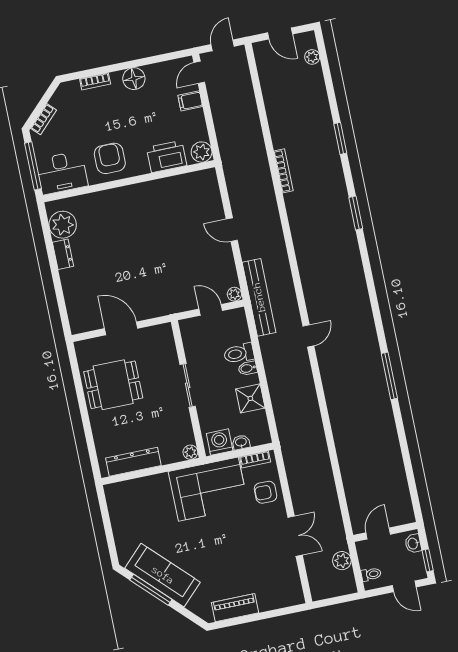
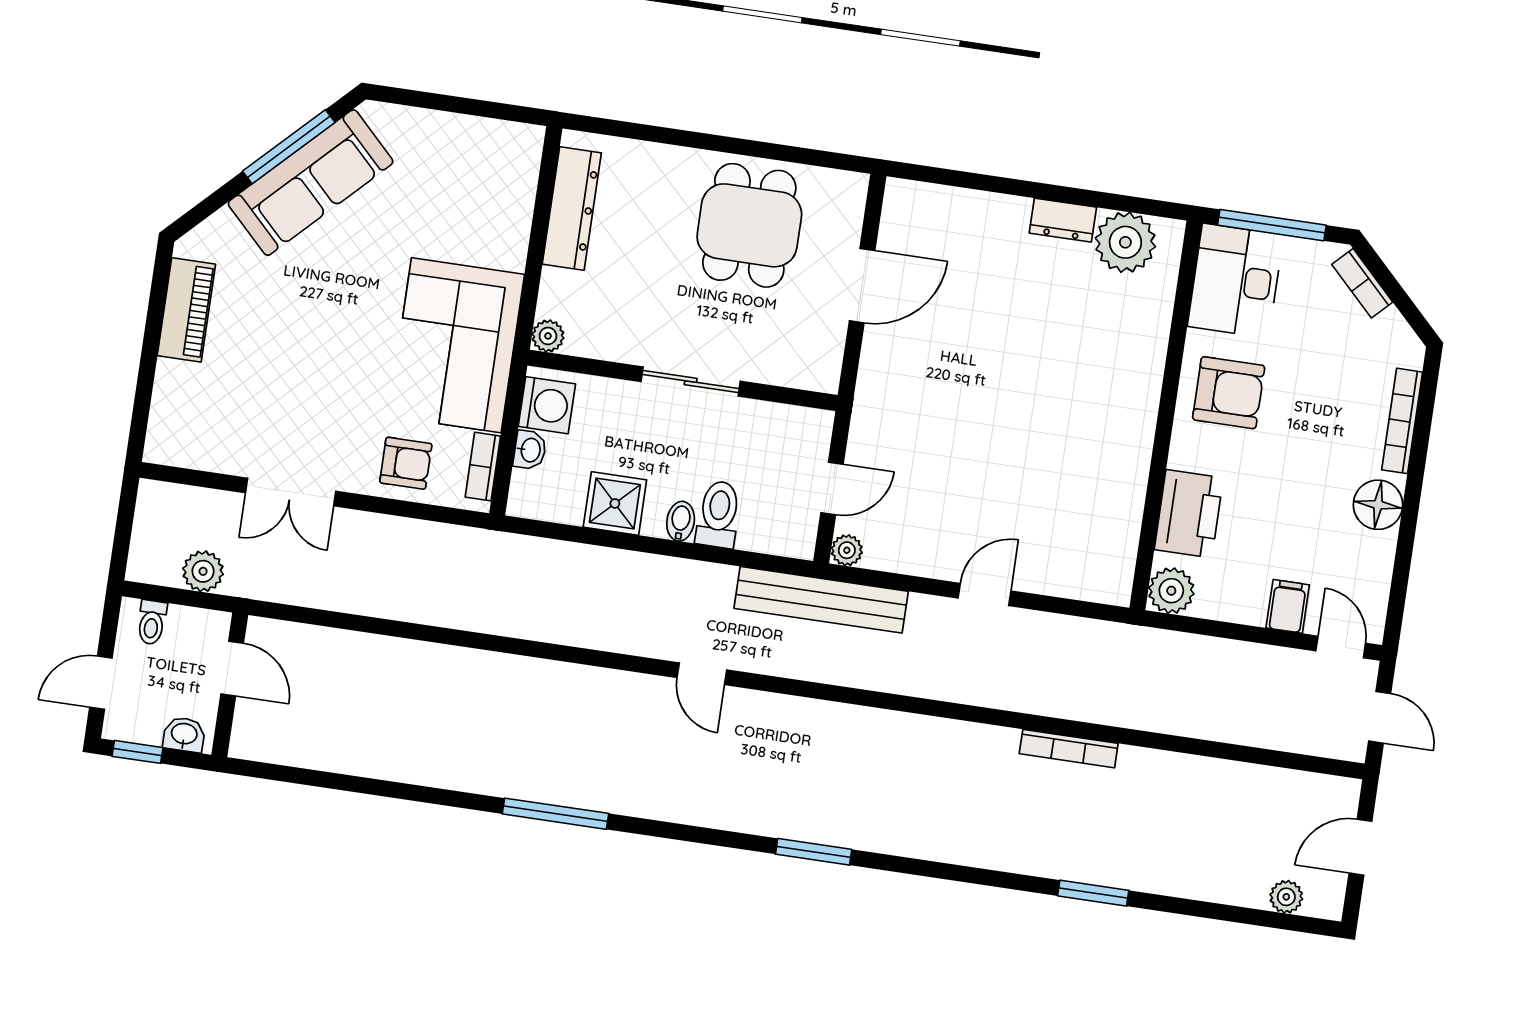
bookcase: (95, 81) -> (1402, 421), width x1.56
window: (356, 213) -> (814, 852), moved
armchair: (266, 492) -> (406, 463), turned 90

